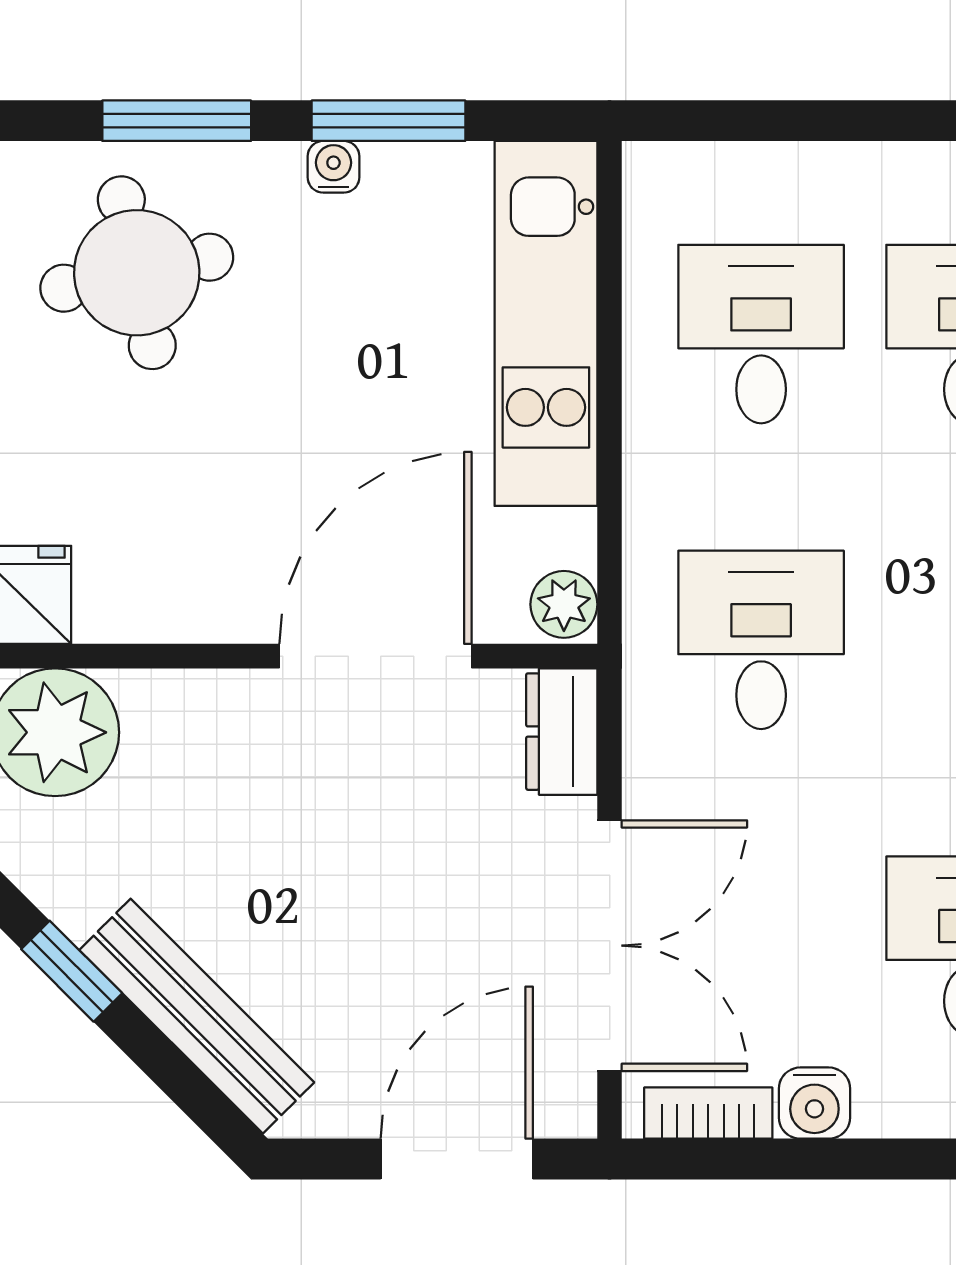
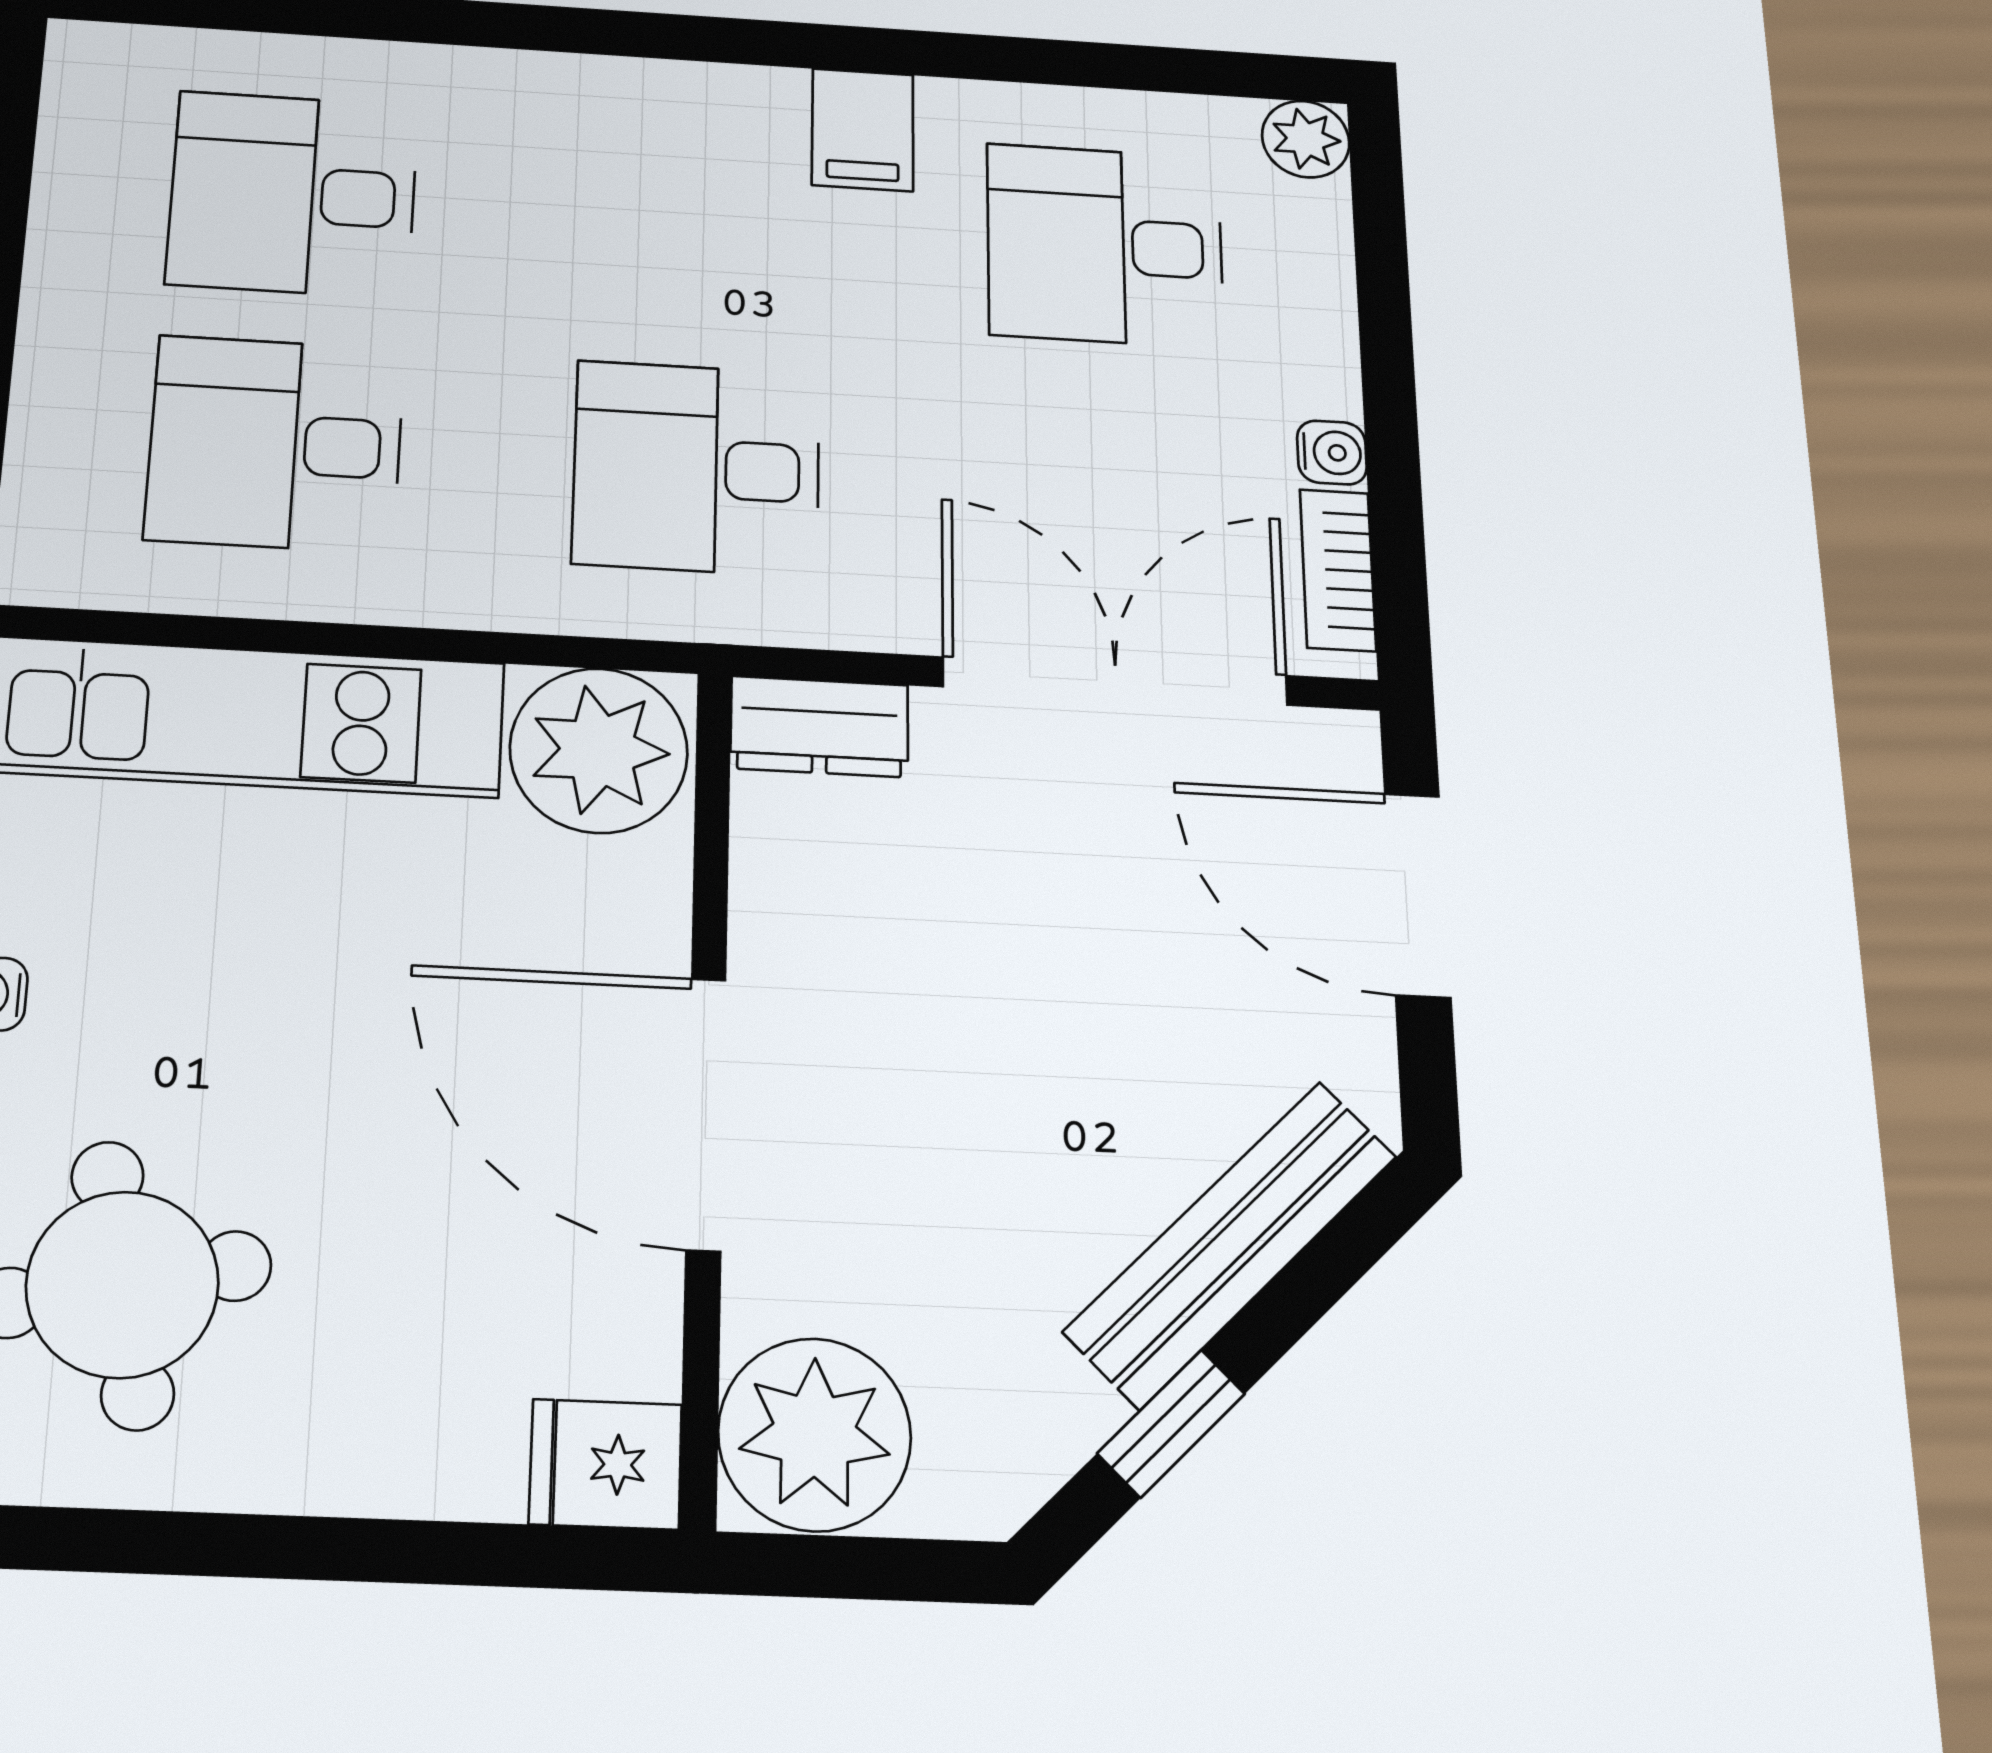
plant: (564, 604) -> (599, 750), width x1.87, depth x1.87
door: (375, 656) -> (706, 1113), moved
water cooler: (814, 1103) -> (1332, 453), width x0.72, depth x0.72

